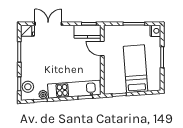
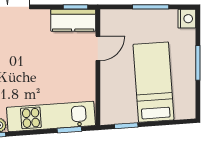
door: (102, 49) -> (98, 48), swing flipped

